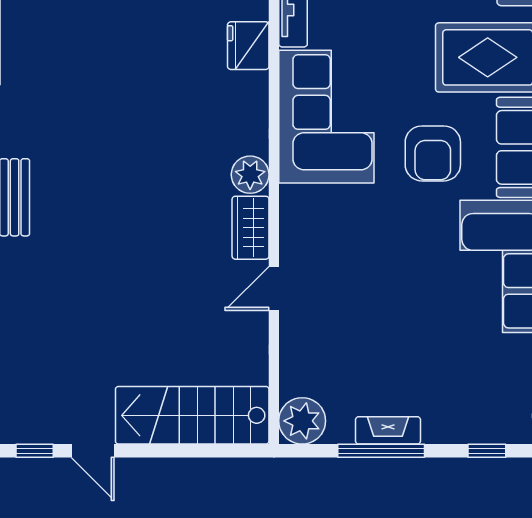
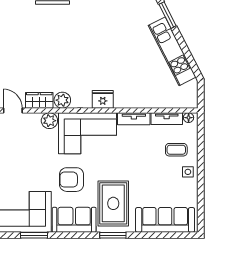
fridge: (248, 46) -> (103, 99), moved
plant: (297, 204) -> (49, 121), added

